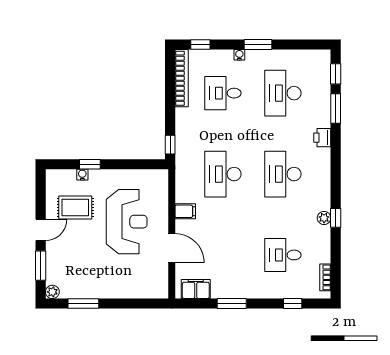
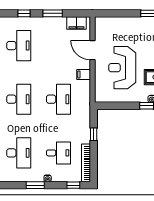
window: (170, 145) -> (94, 134), moved
desk: (283, 255) -> (19, 46), width x1.37
window: (293, 304) -> (24, 13), moved

